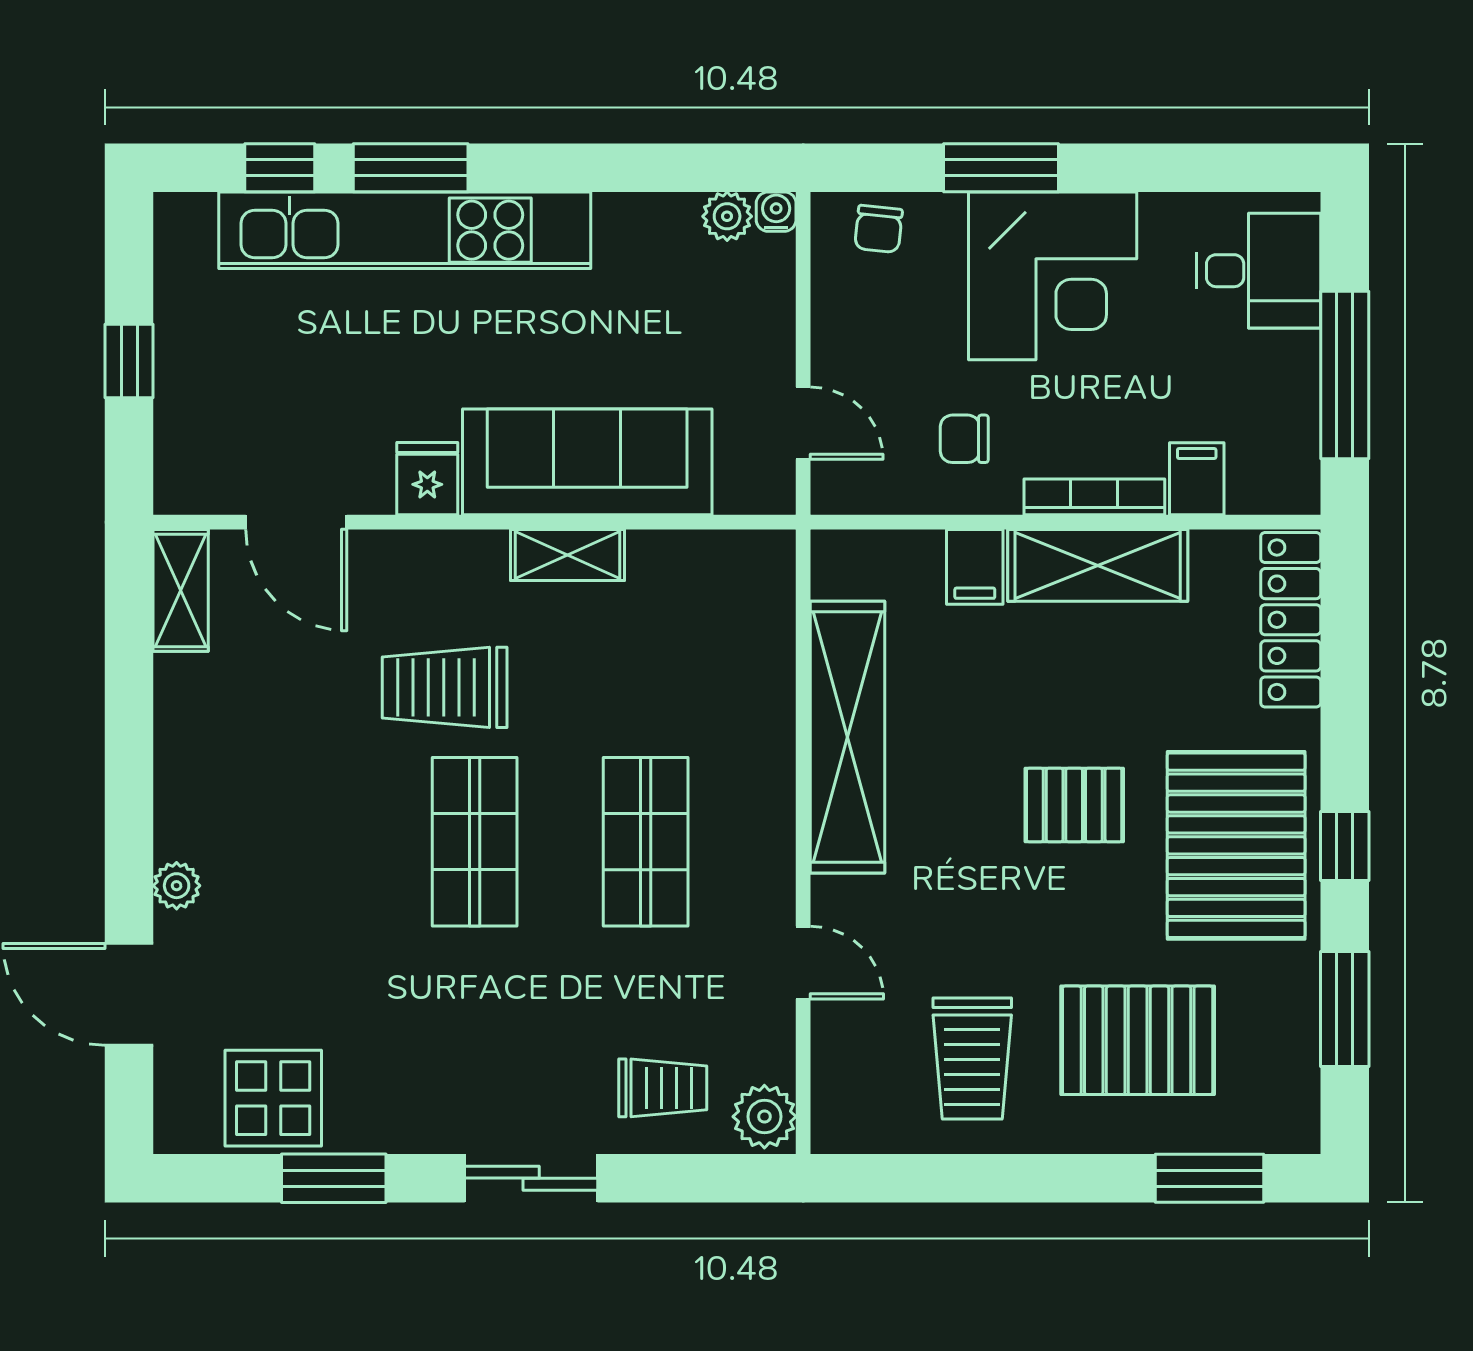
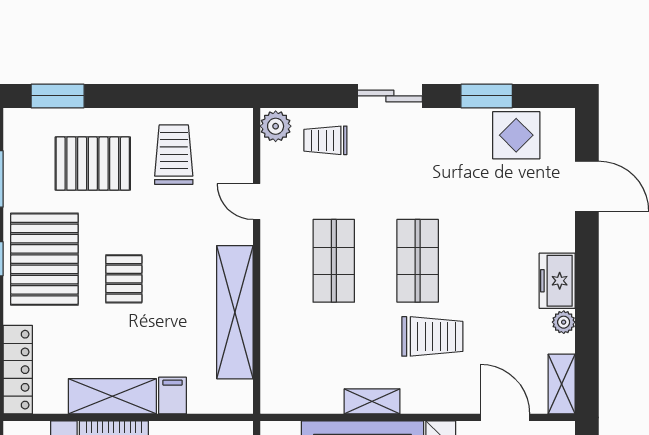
freezer: (190, 801) -> (557, 281), added
pallet: (1074, 805) -> (124, 279), turned 90
plant: (177, 886) -> (564, 322), moved

